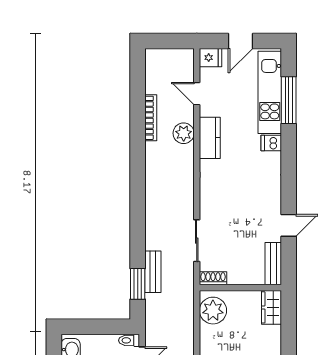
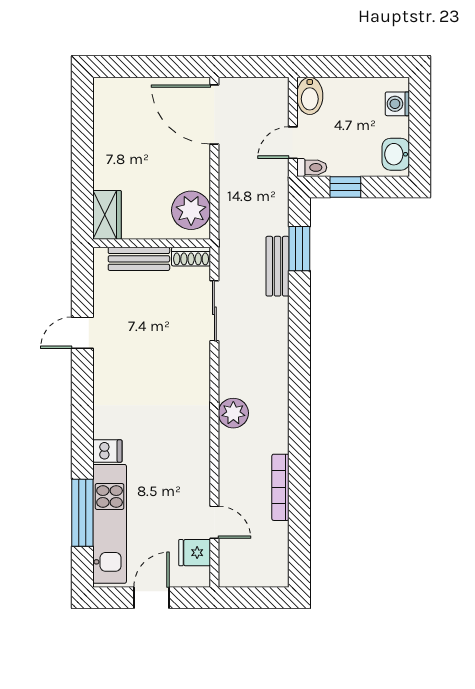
fridge: (211, 58) -> (195, 553), moved
plant: (184, 133) -> (233, 413), moved
kitchen counter: (210, 138) -> (196, 459), removed
bench: (273, 264) -> (139, 259), moved, turned 90
window: (106, 327) -> (345, 187), added

